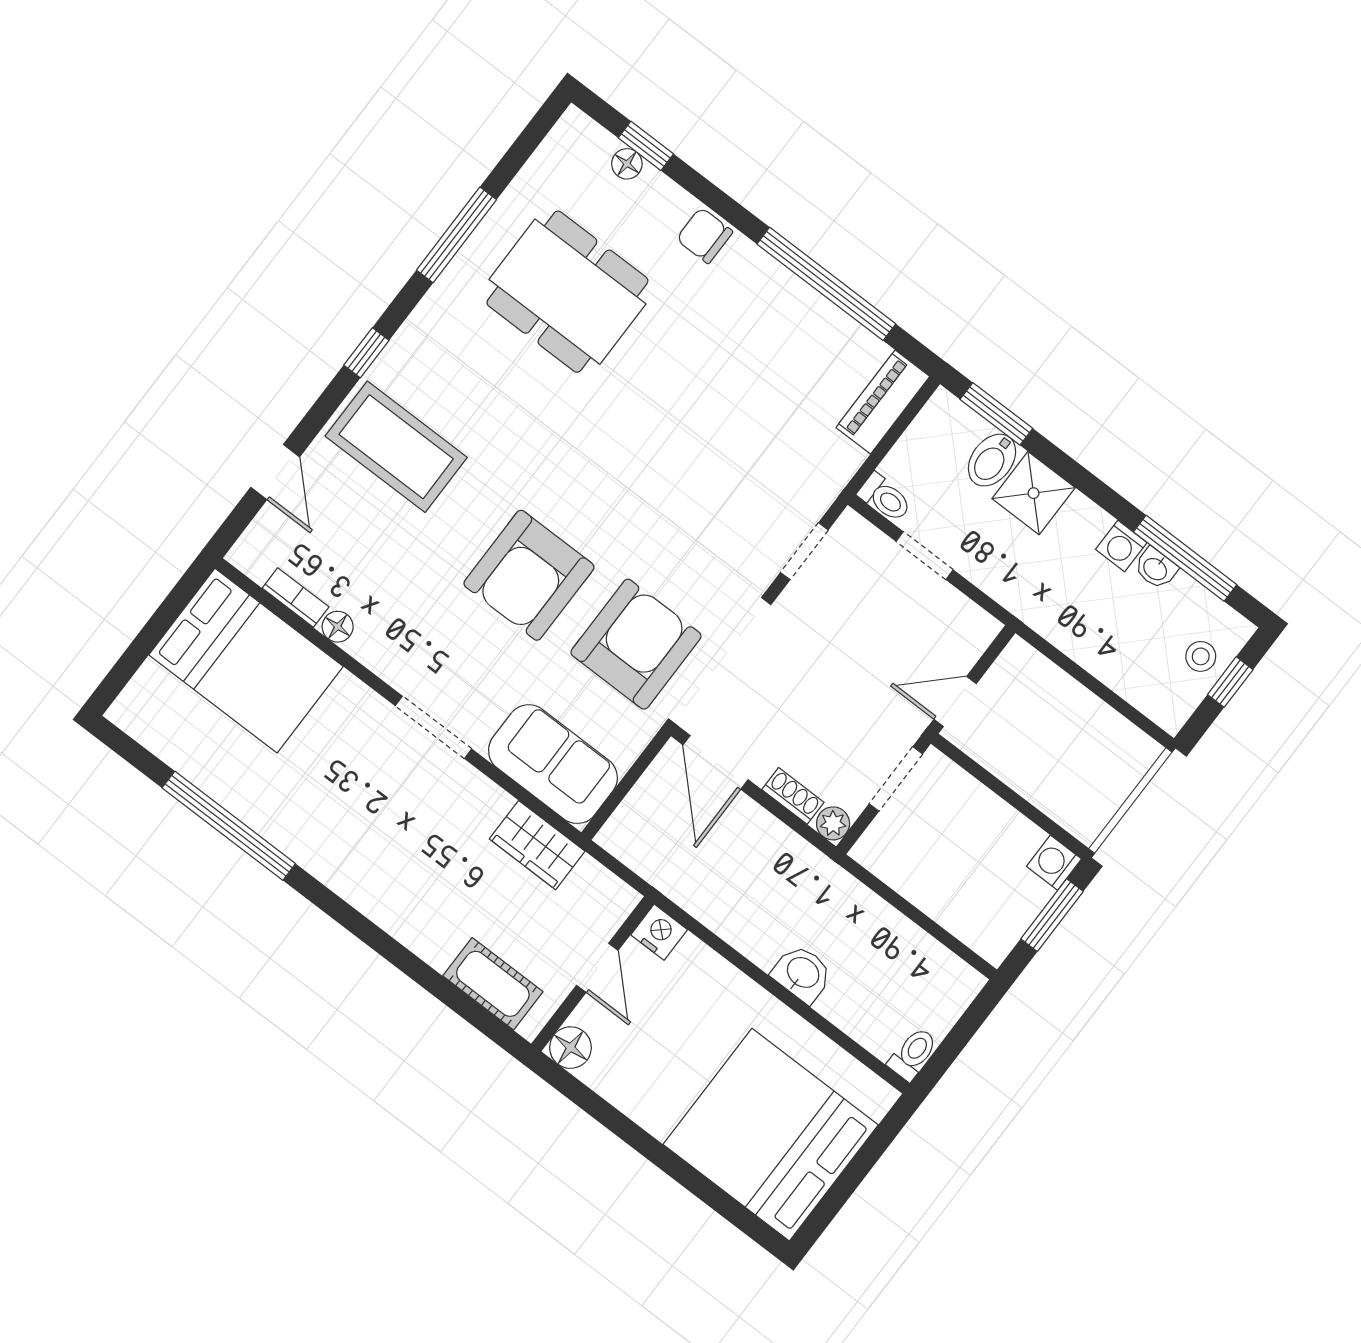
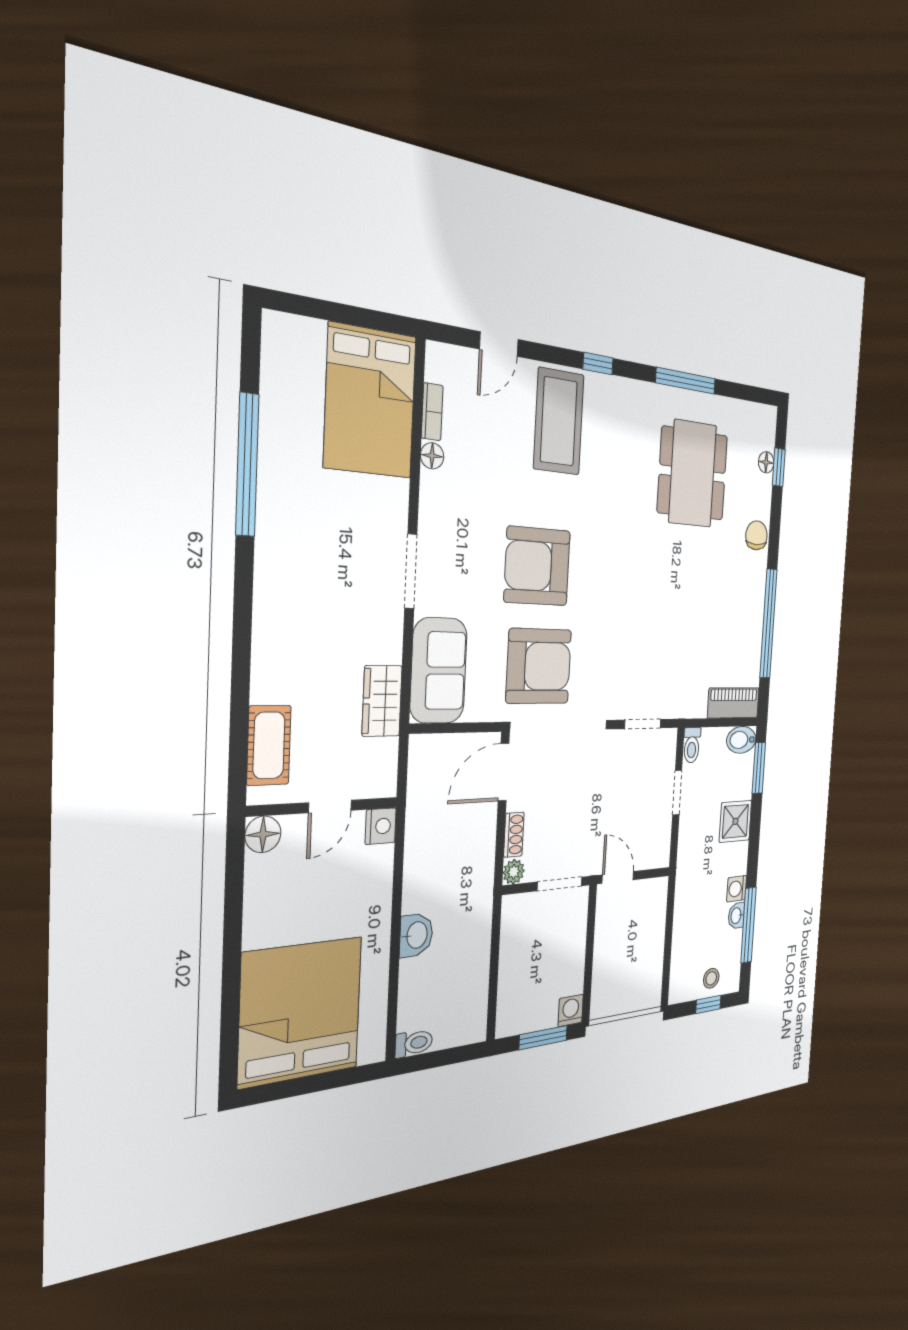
bidet: (992, 460) -> (741, 740), moved

